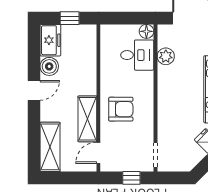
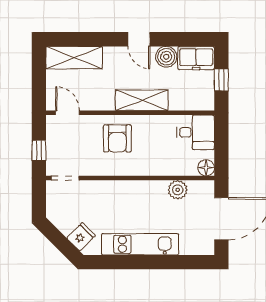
desk: (137, 55) -> (196, 132), moved, turned -90
shelving: (87, 119) -> (142, 100), moved

